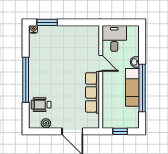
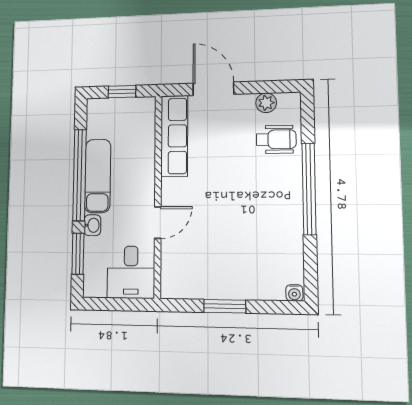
window: (47, 22) -> (225, 306), moved
window: (142, 47) -> (78, 254), added
door: (101, 63) -> (158, 223), swing flipped
row of seats: (92, 92) -> (174, 136), moved

